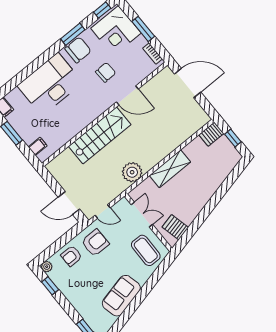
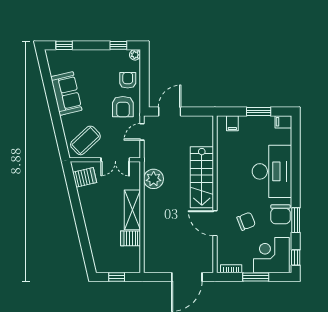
chair: (106, 72) -> (246, 221), turned -110
door: (127, 95) -> (215, 223), hinge flipped
server rack: (211, 134) -> (131, 238), moved, turned -90
coffee table: (146, 250) -> (85, 140), turned -44

